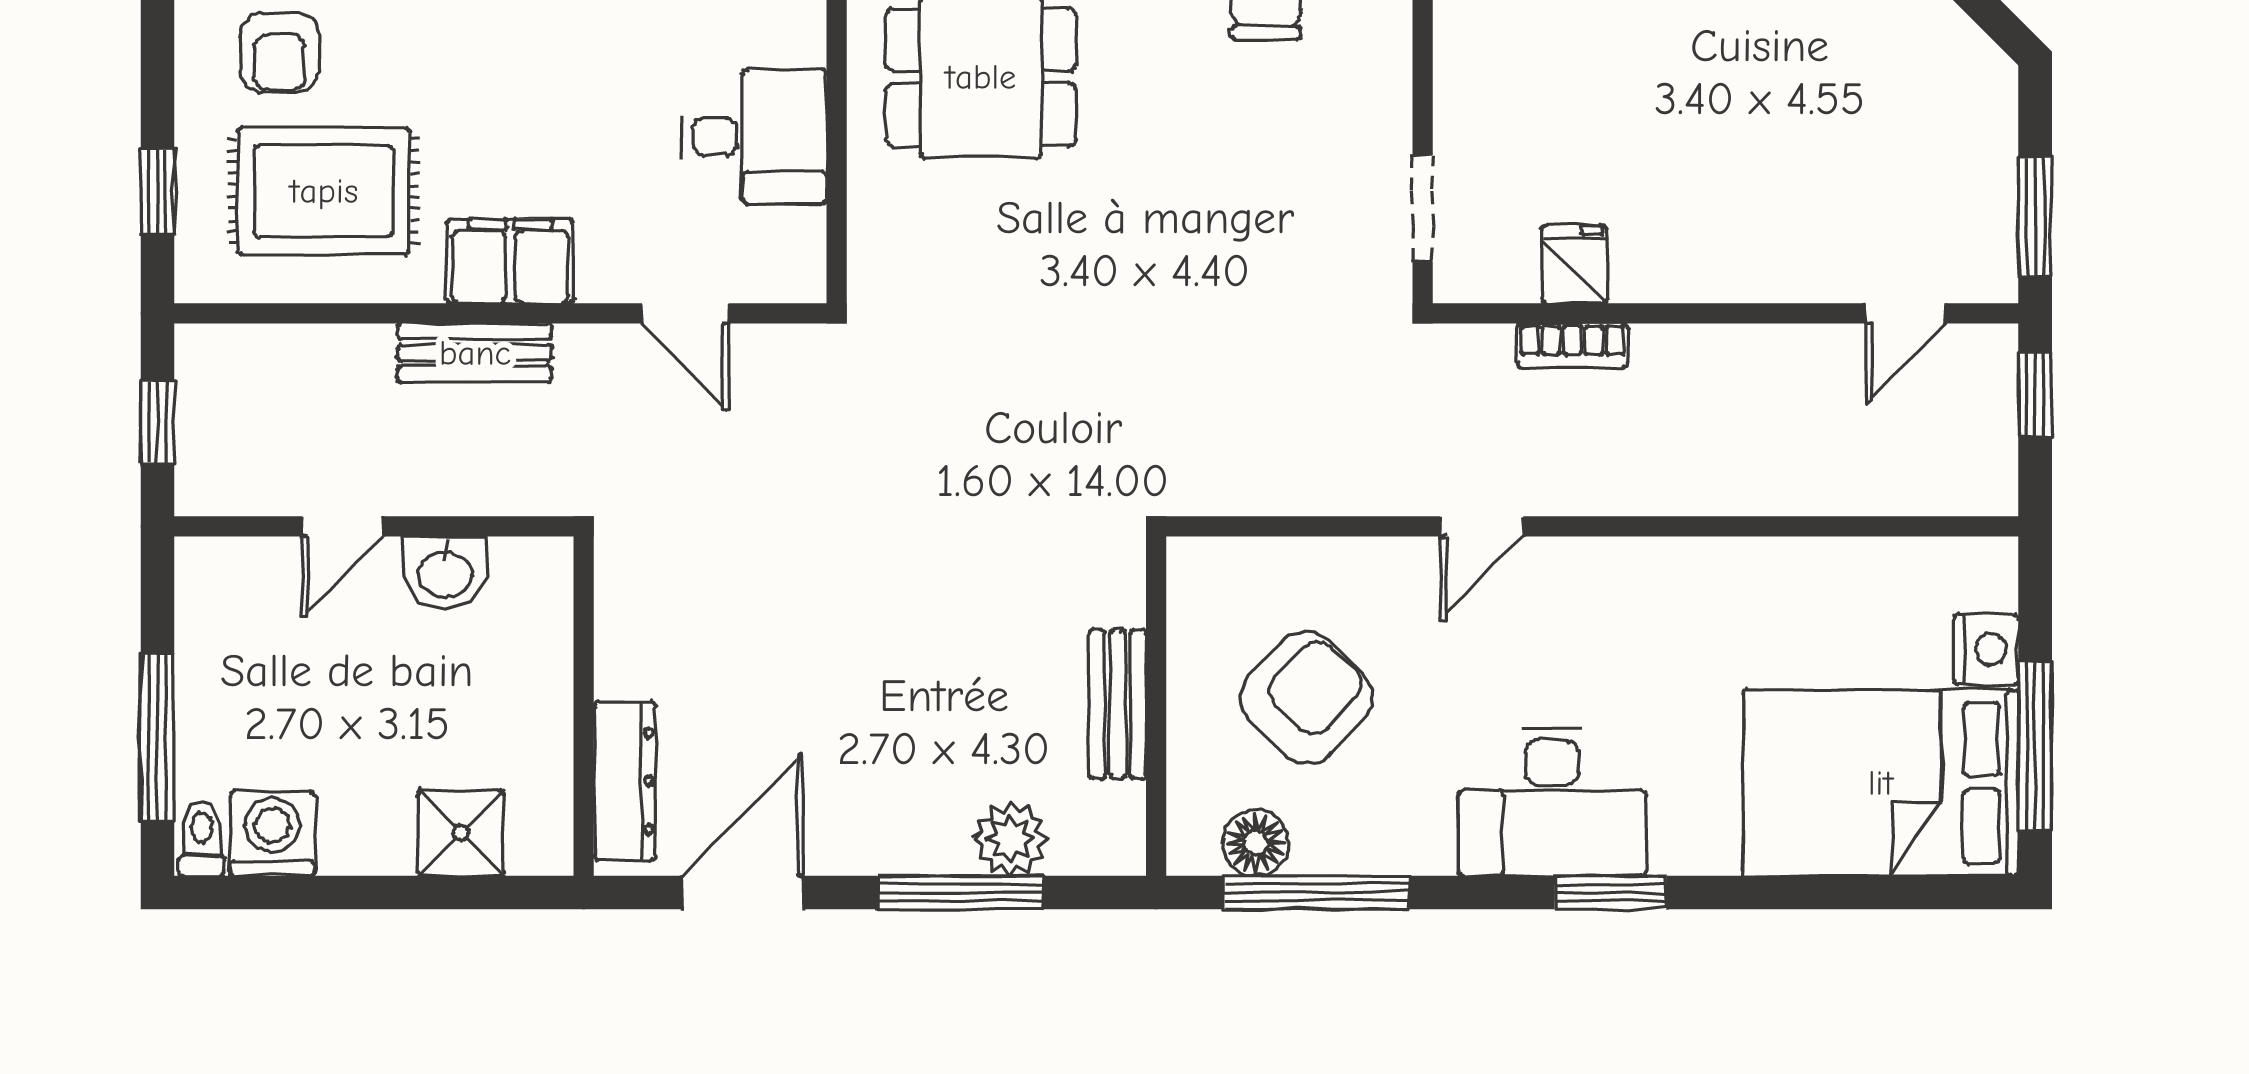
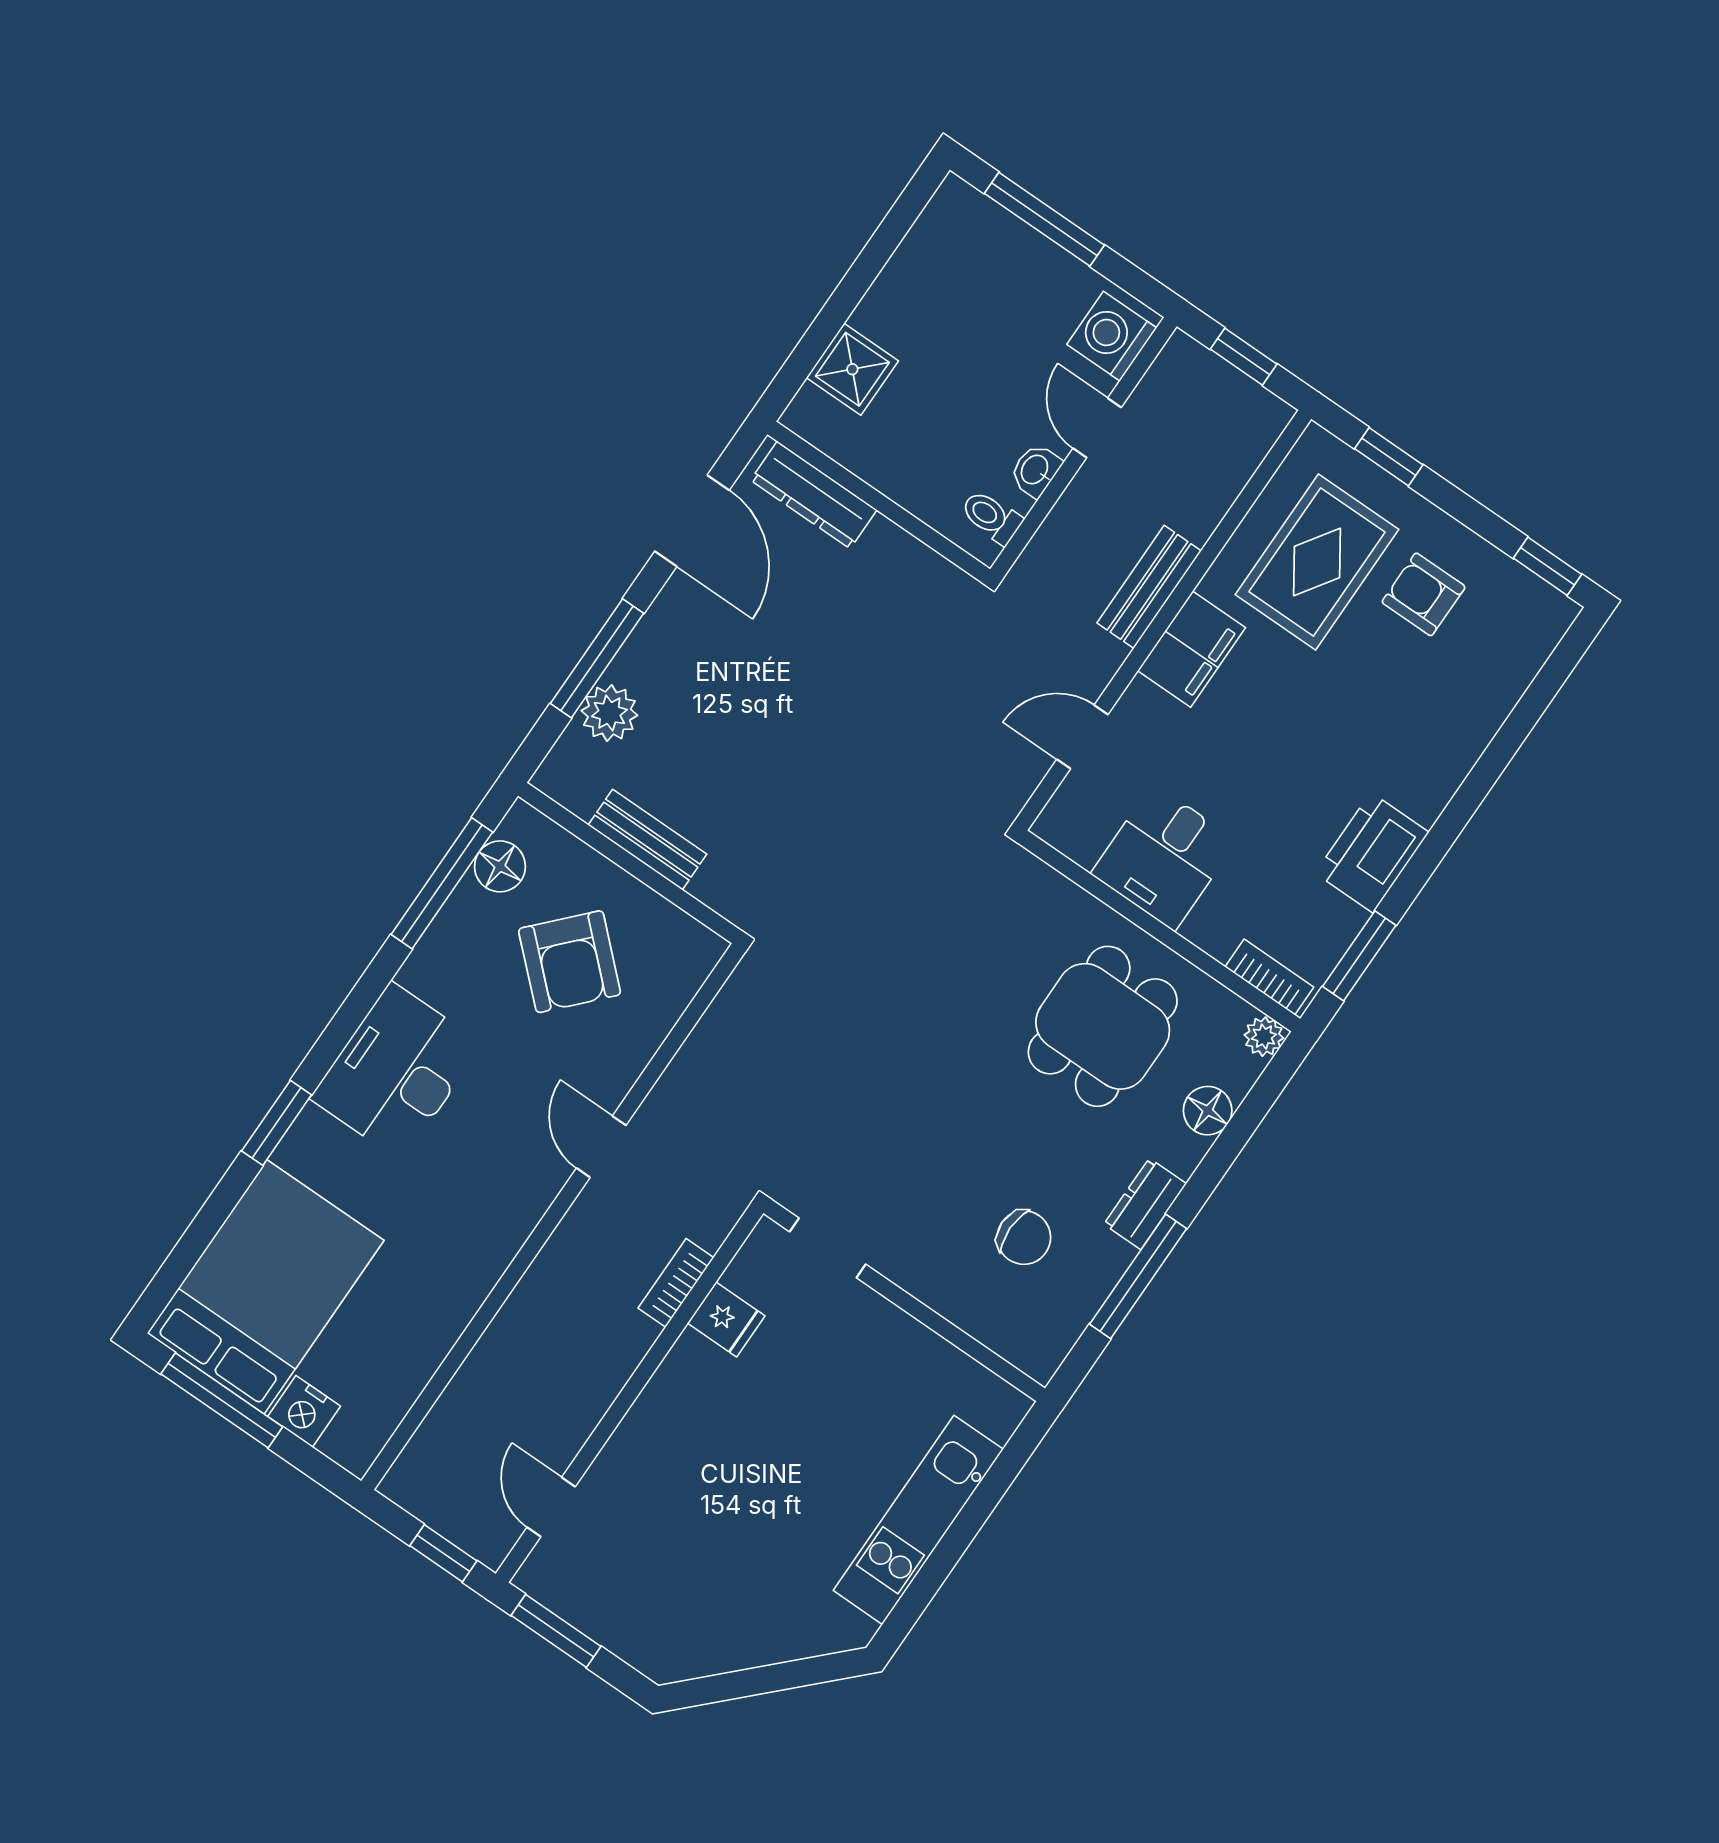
washbasin: (445, 572) -> (1035, 470), width x0.72, depth x0.69
washing machine: (272, 834) -> (1112, 336), moved, turned 180
toilet: (202, 838) -> (991, 517), moved, turned 180
window: (1610, 893) -> (277, 1123), moved

